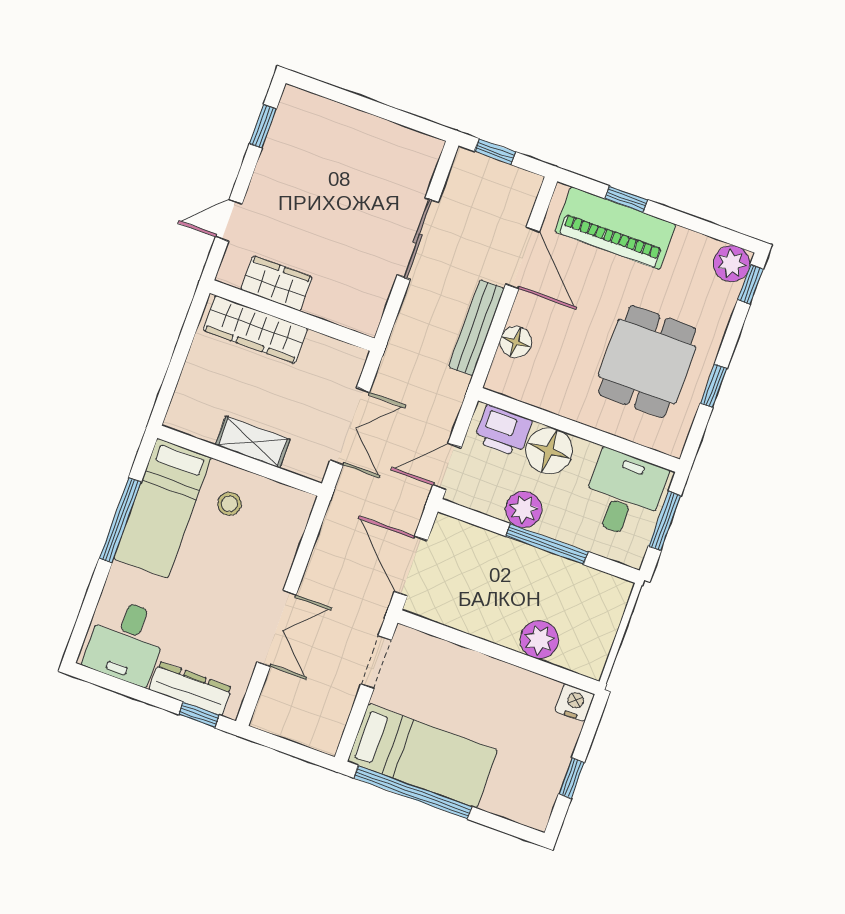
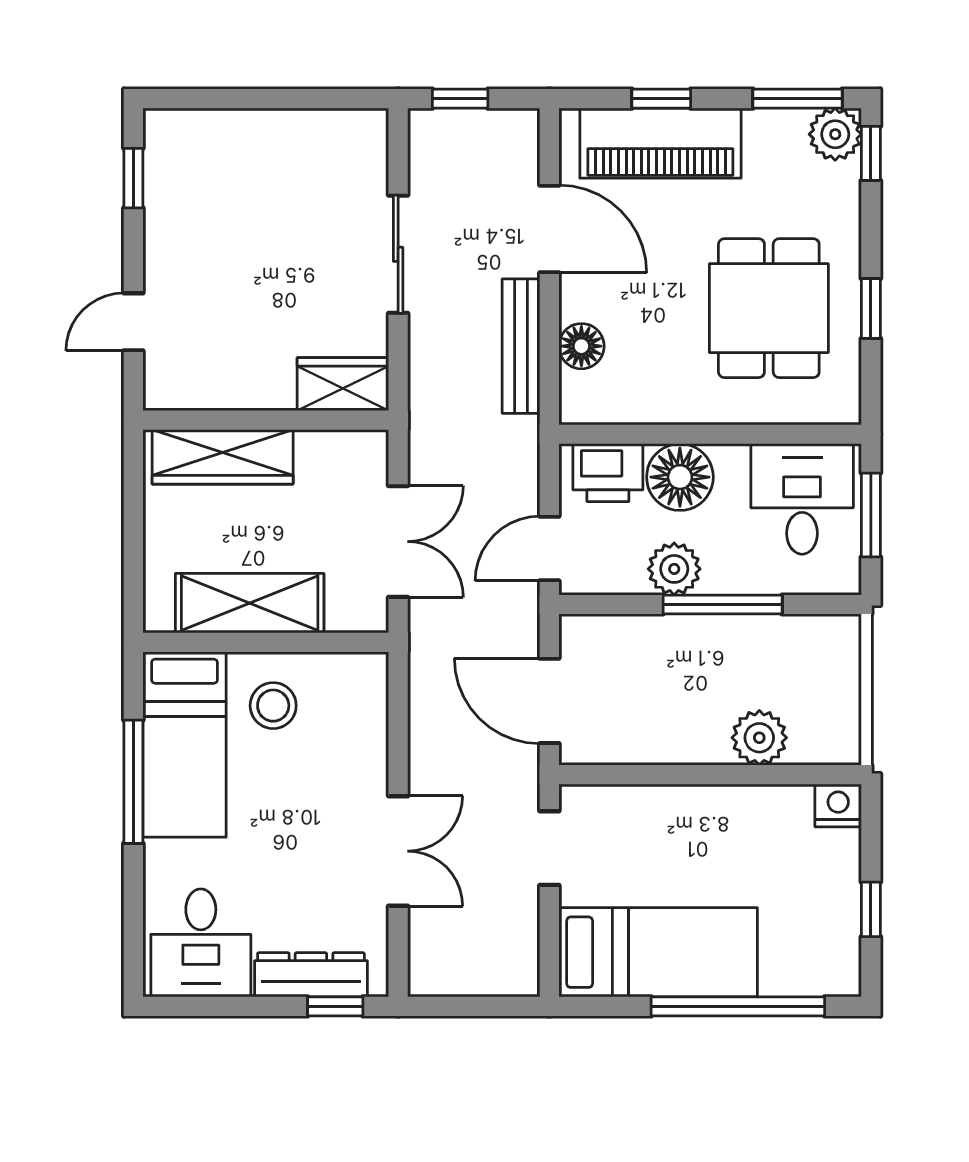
window: (715, 231) -> (797, 99), added
wardrobe: (276, 283) -> (343, 384), moved
shelving: (253, 442) -> (250, 603), width x1.50, depth x1.33
stool: (229, 504) -> (273, 706), width x1.37, depth x1.37
window: (413, 792) -> (738, 1006), moved

